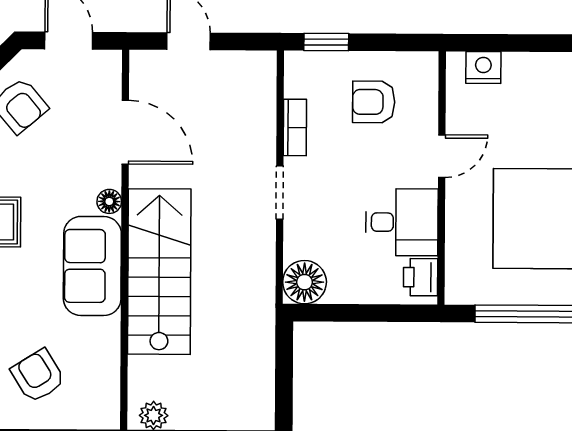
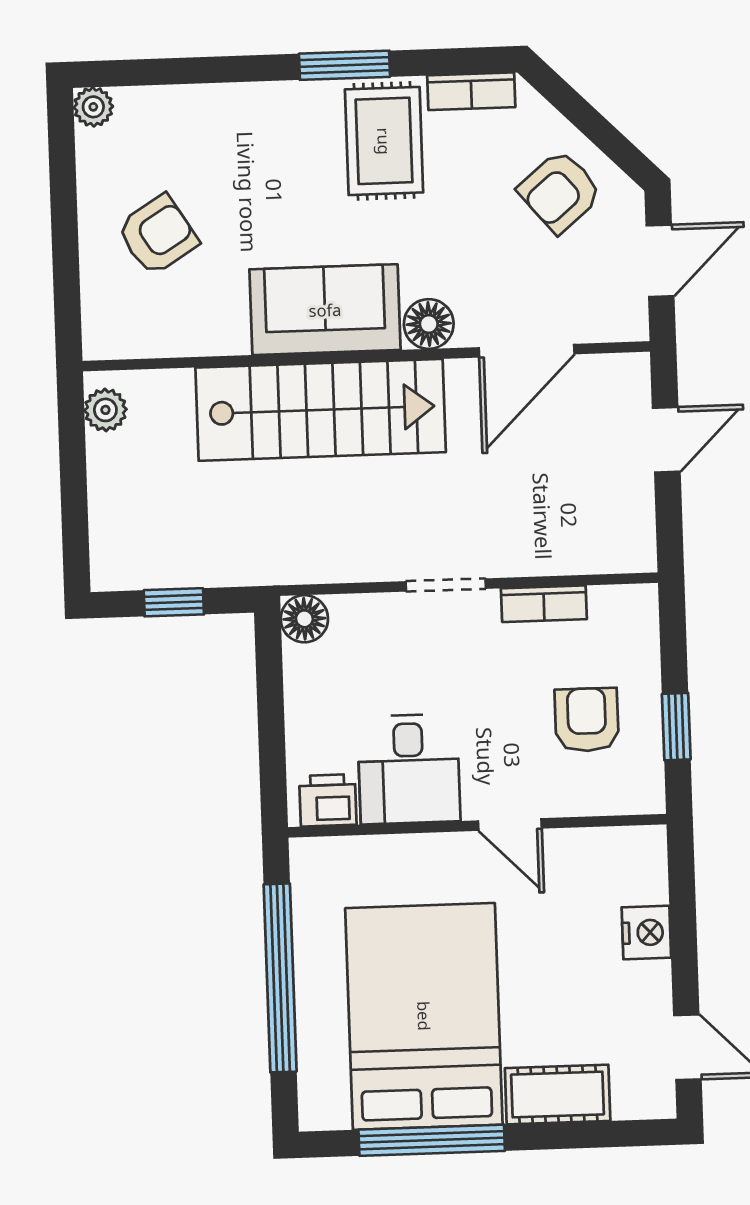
window: (326, 42) -> (676, 727), moved
nightstand: (483, 68) -> (646, 933), moved
floor lamp: (109, 201) -> (429, 324), width x1.37, depth x1.37
floor lamp: (305, 282) -> (304, 619), width x0.73, depth x0.73
window: (284, 375) -> (174, 602), added

